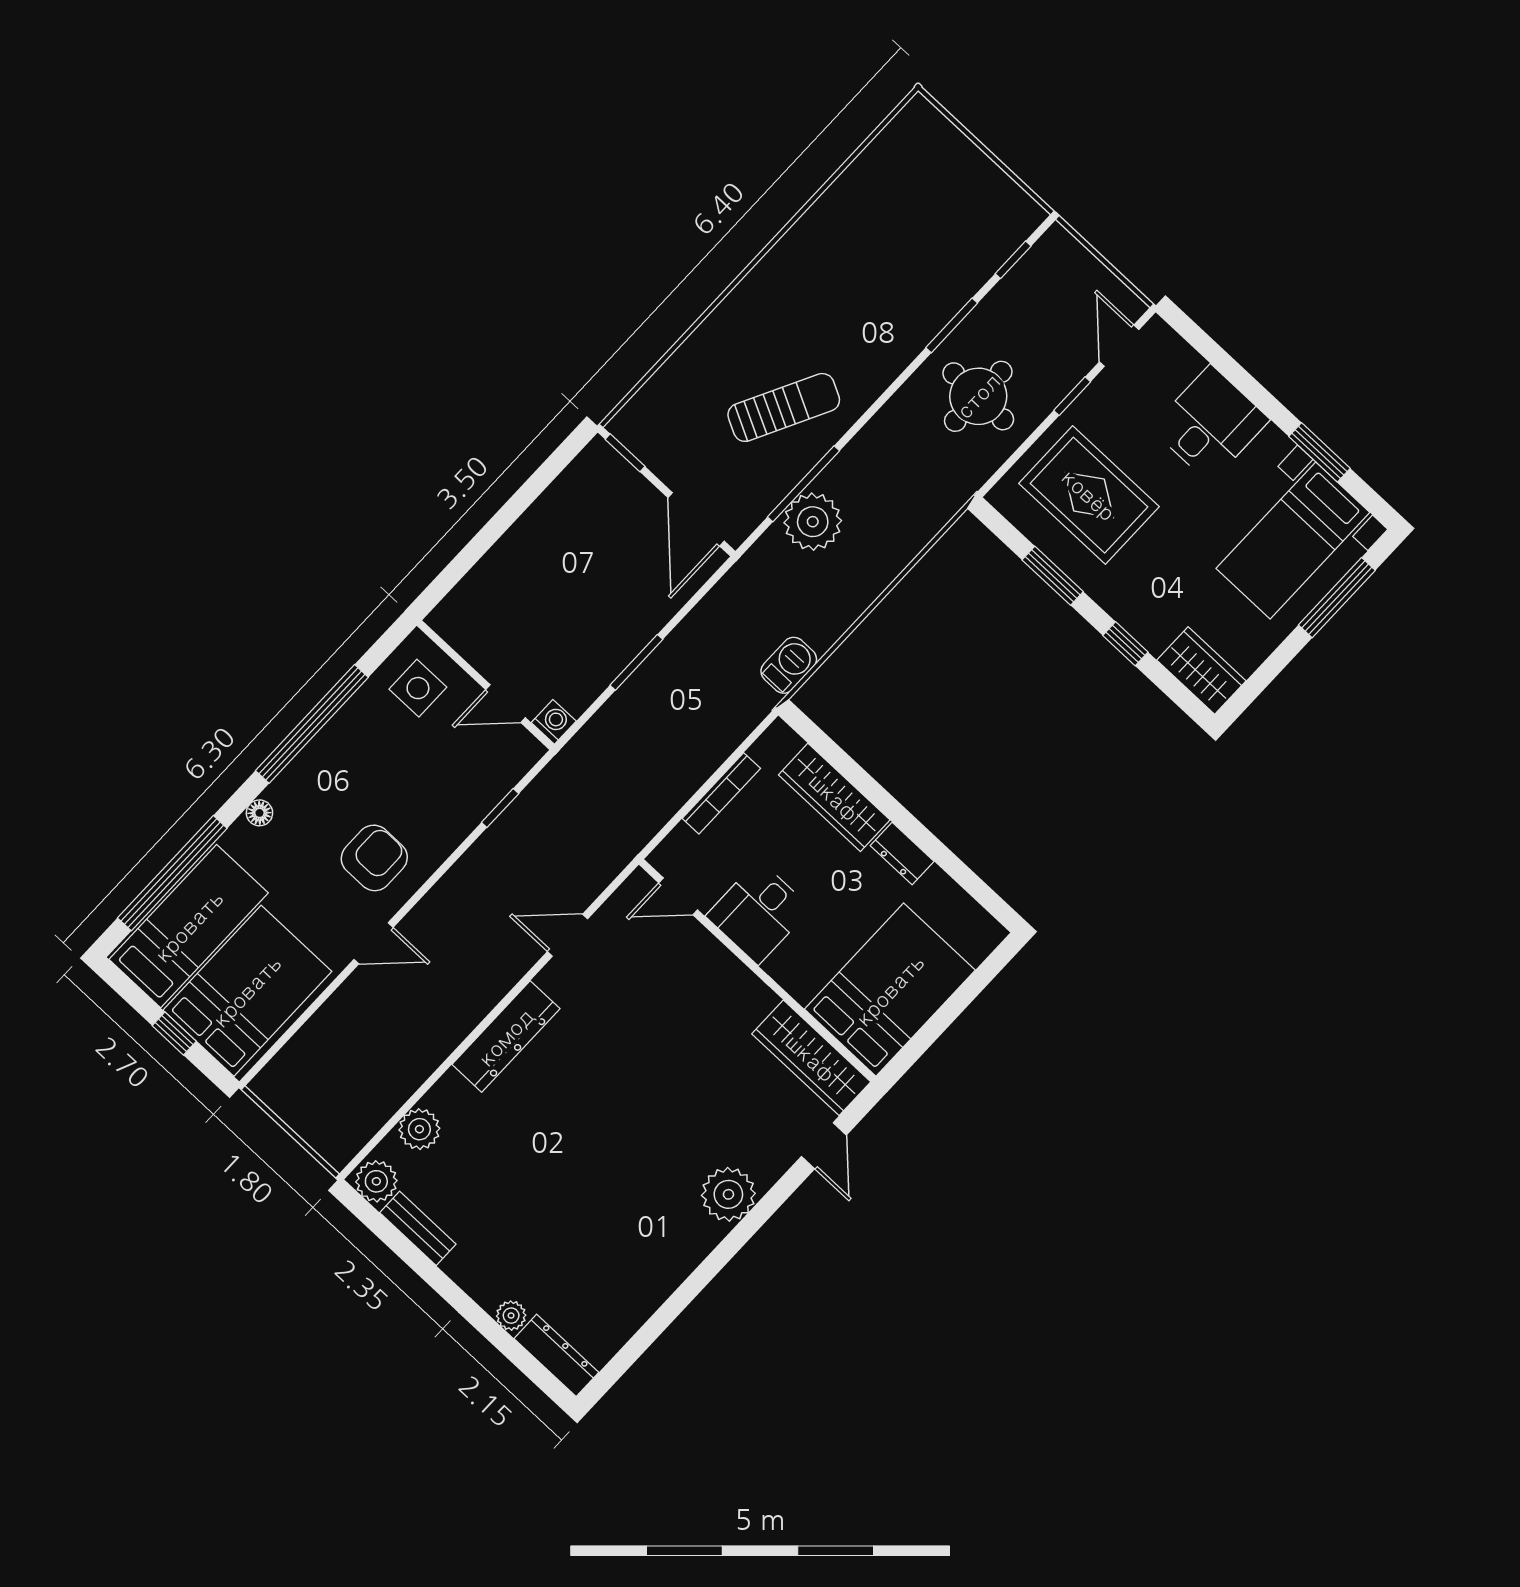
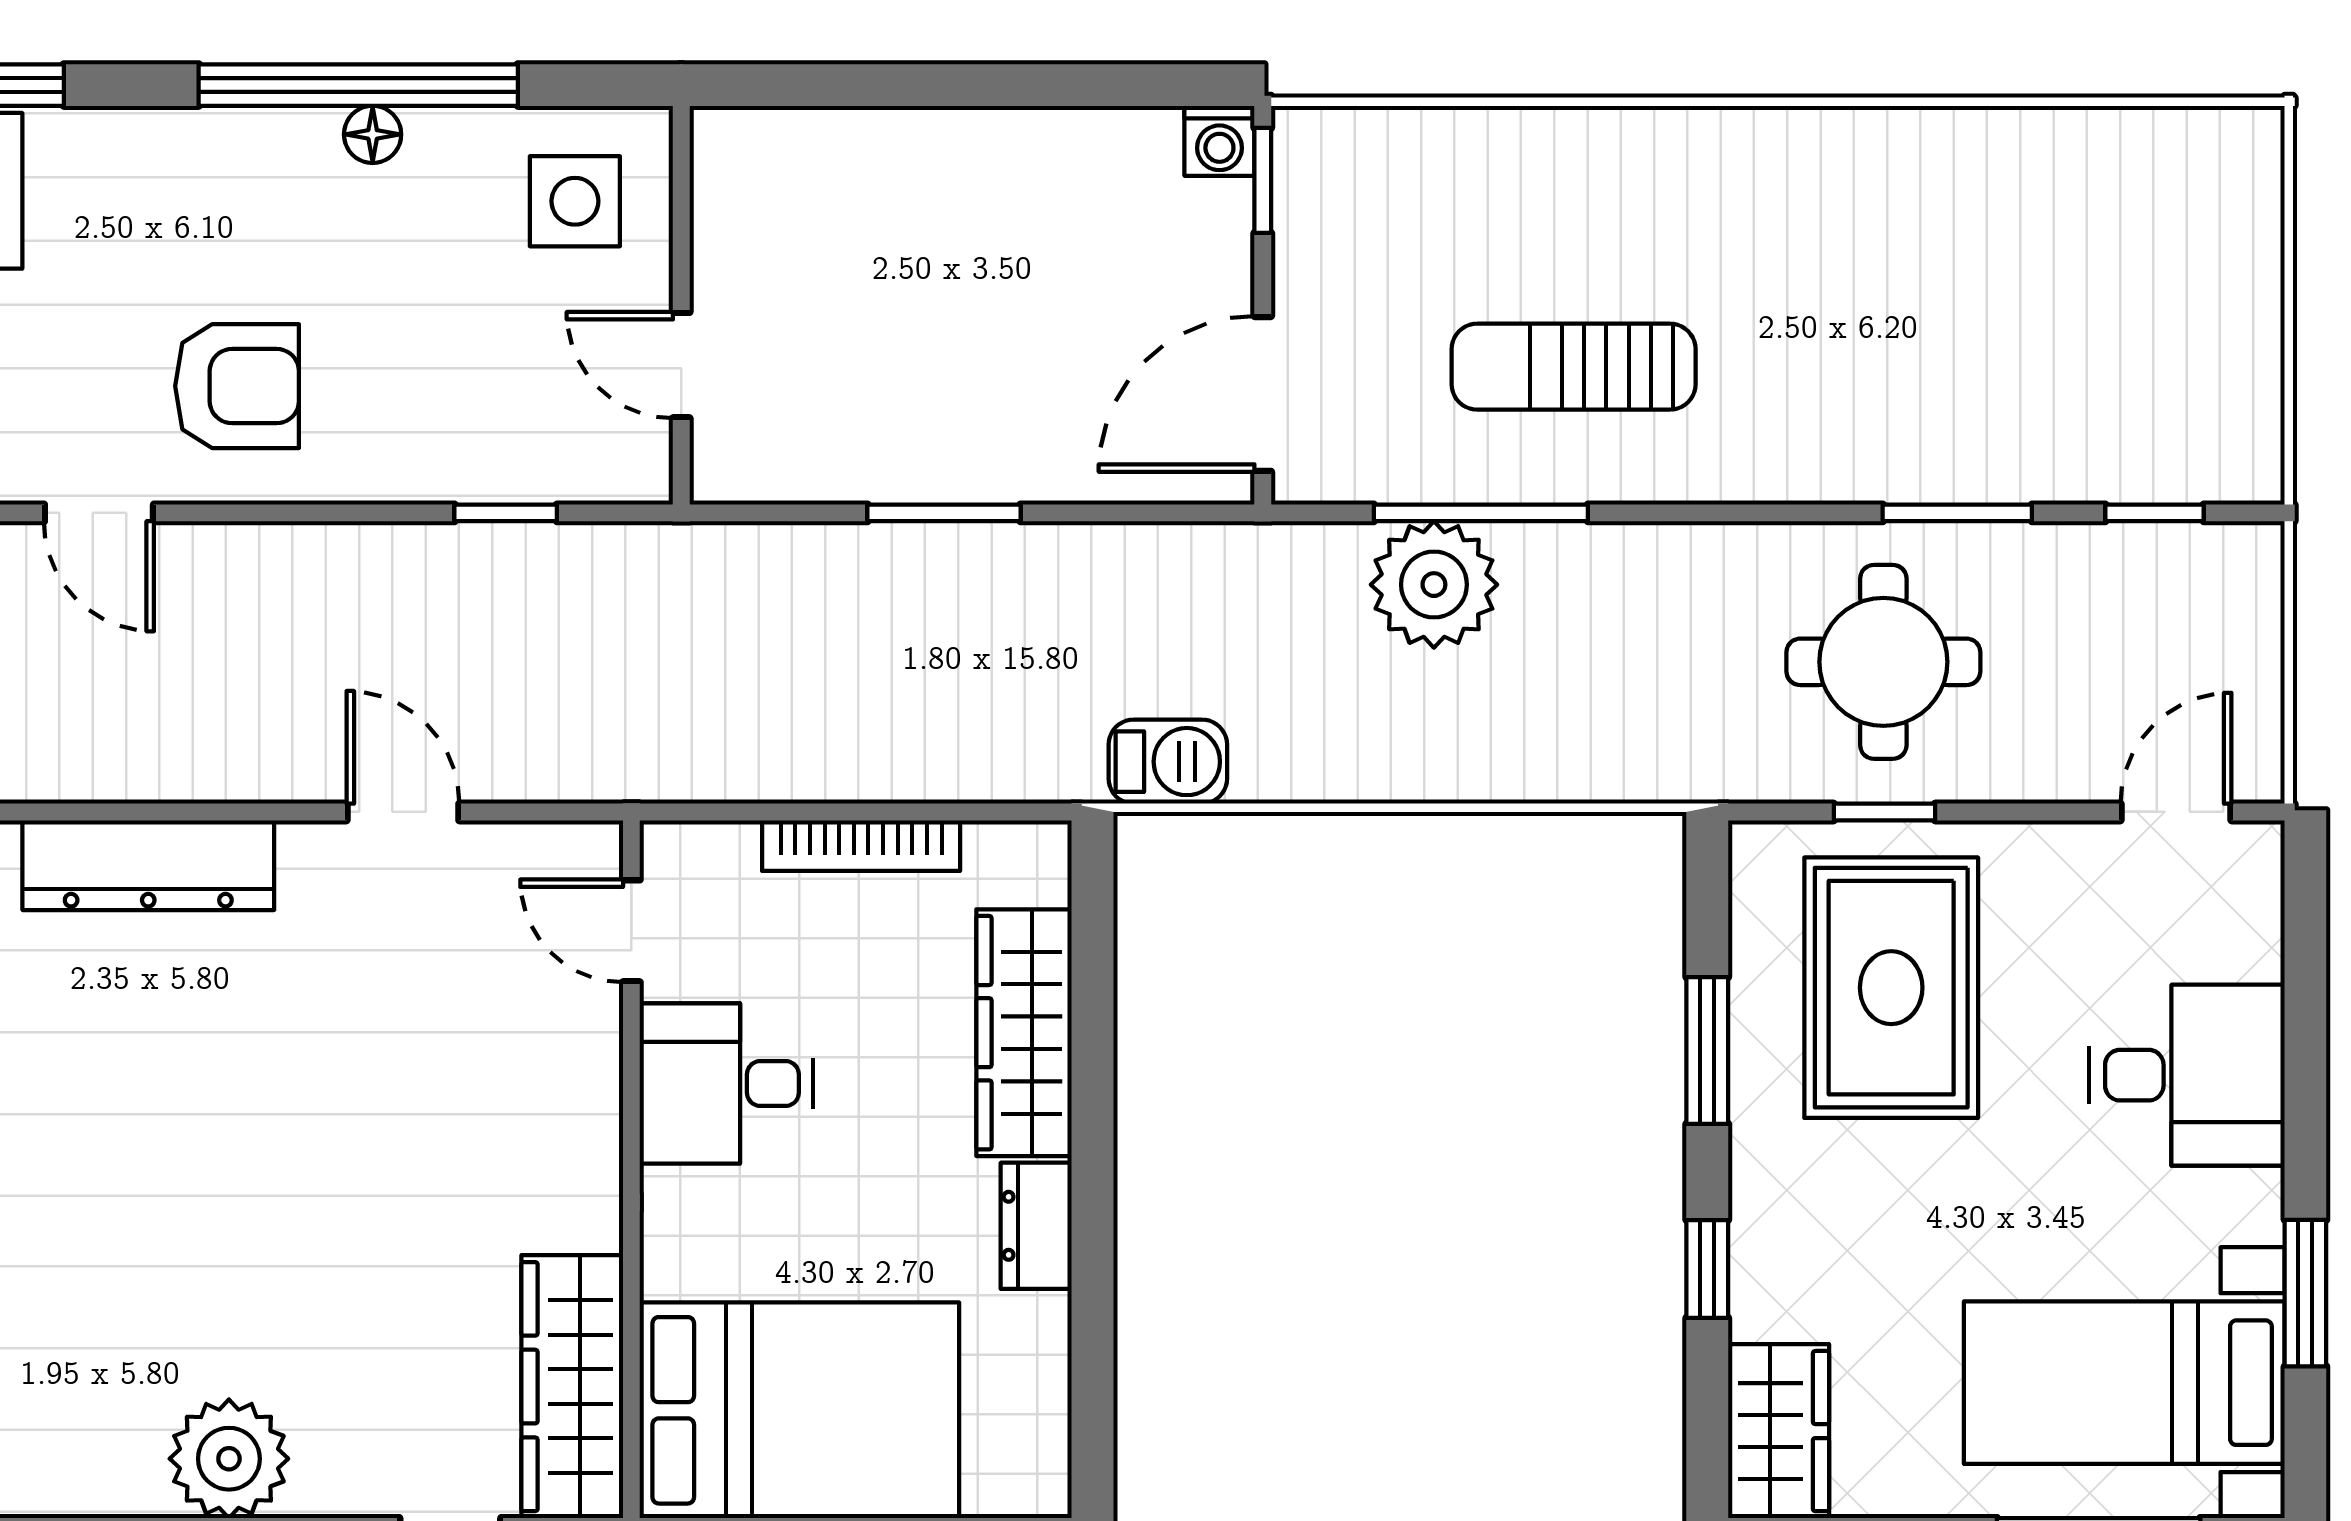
window: (1072, 396) -> (1884, 812), moved
sun lounger: (784, 407) -> (1574, 367), turned 153
washing machine: (554, 722) -> (1219, 141), moved, turned 90
floor lamp: (259, 813) -> (373, 134), moved

